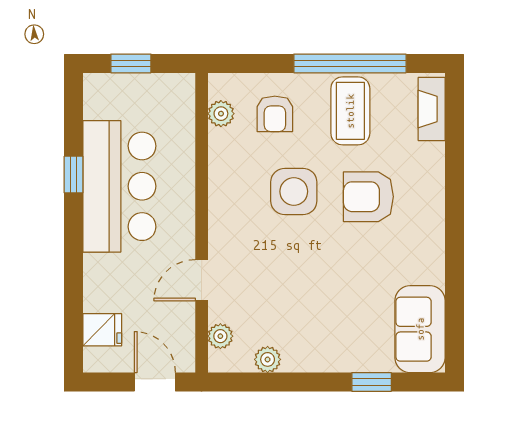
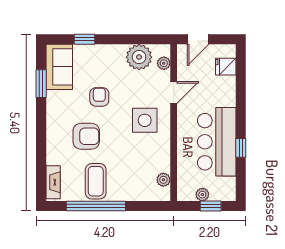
plant: (147, 85) -> (202, 195), added
armchair: (275, 114) -> (99, 97), moved
side table: (294, 191) -> (145, 120), moved
window: (454, 297) -> (41, 84), added
plant: (268, 359) -> (139, 57), width x1.88, depth x1.88
door: (155, 382) -> (198, 39), hinge flipped

